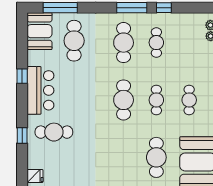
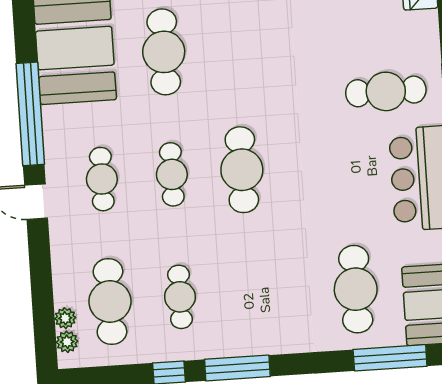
cafe table: (124, 43) -> (110, 302), moved

